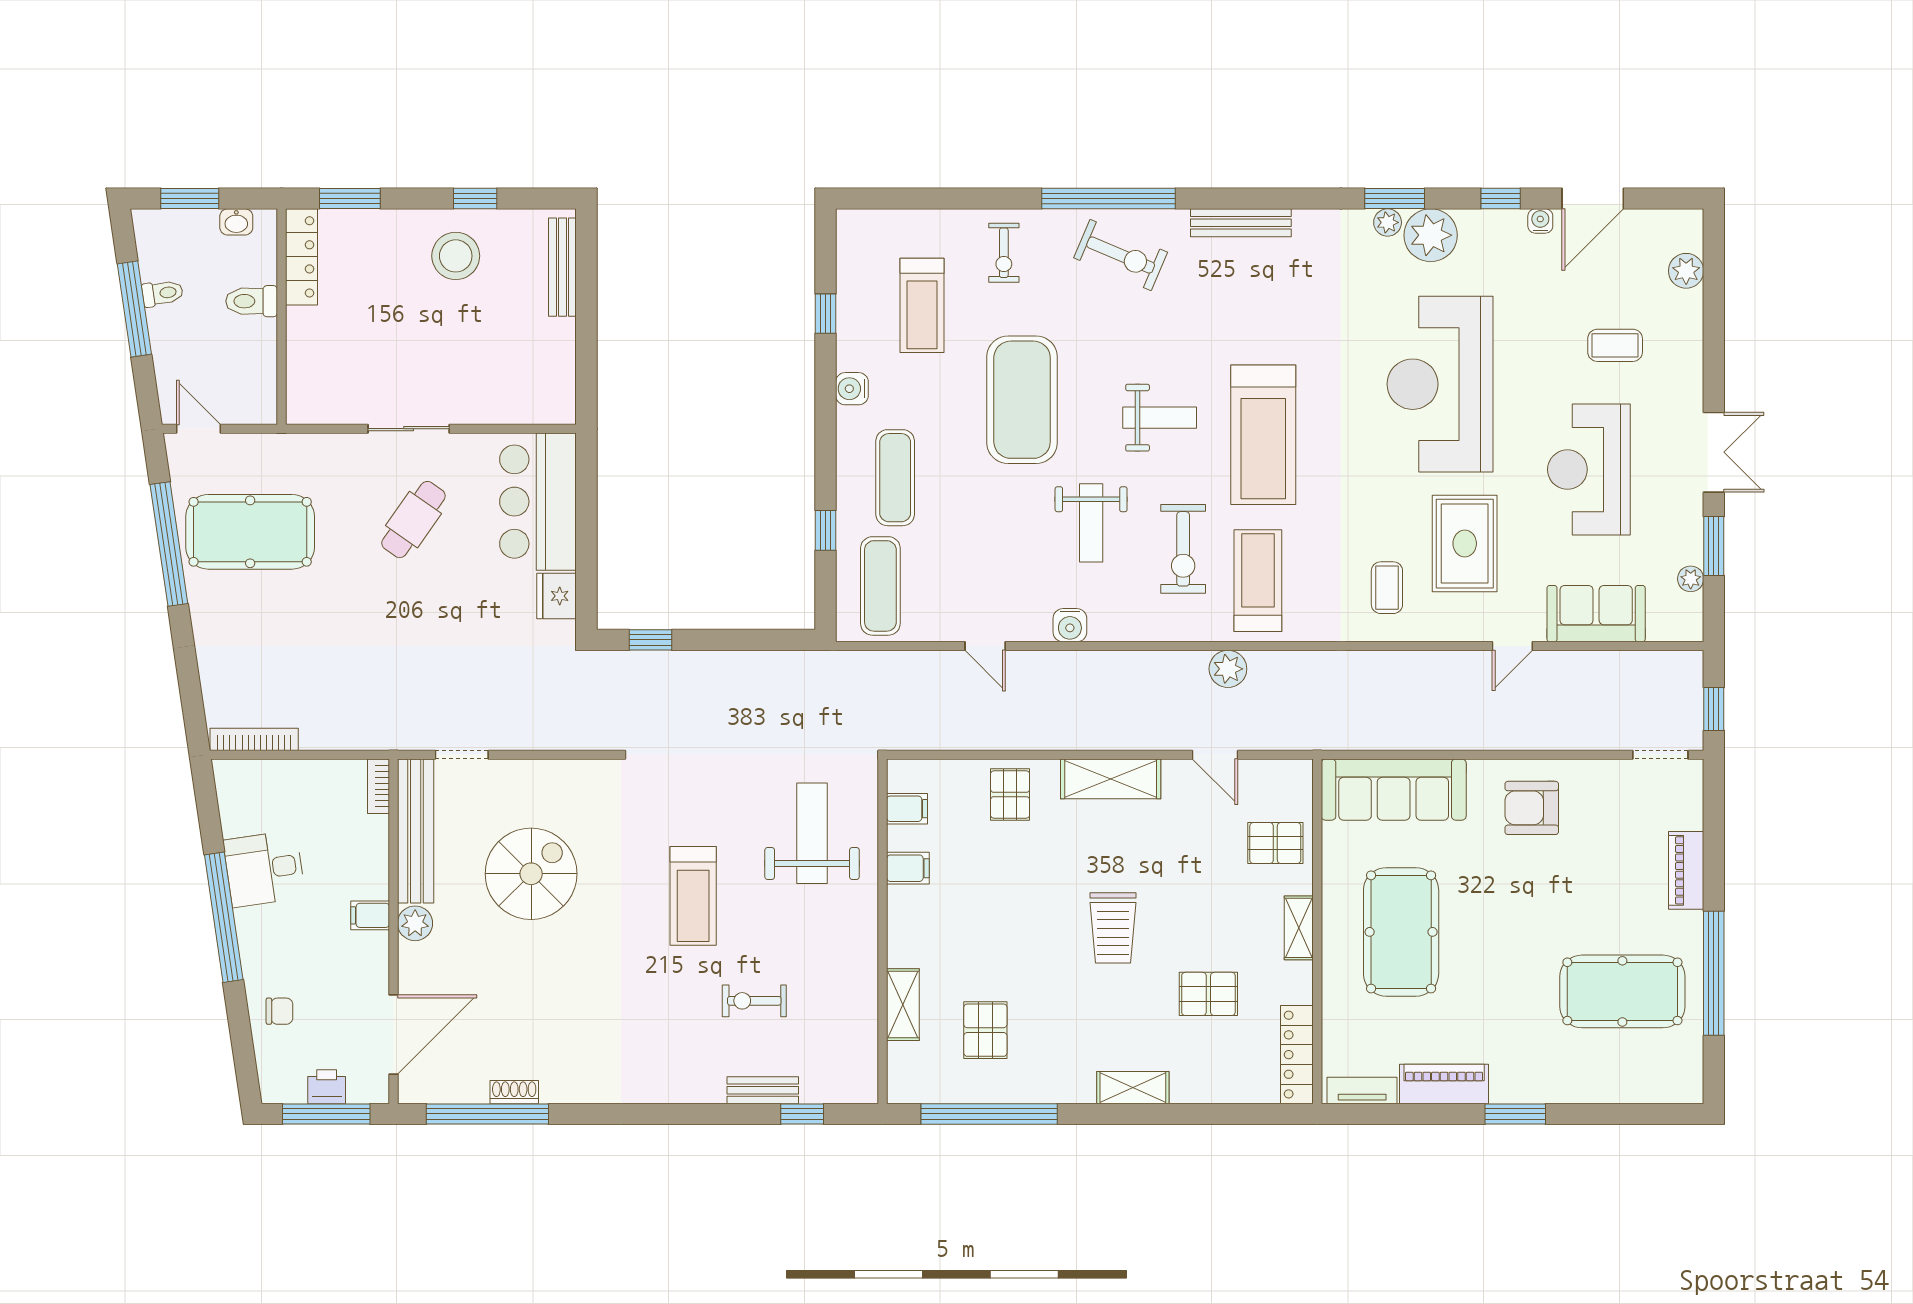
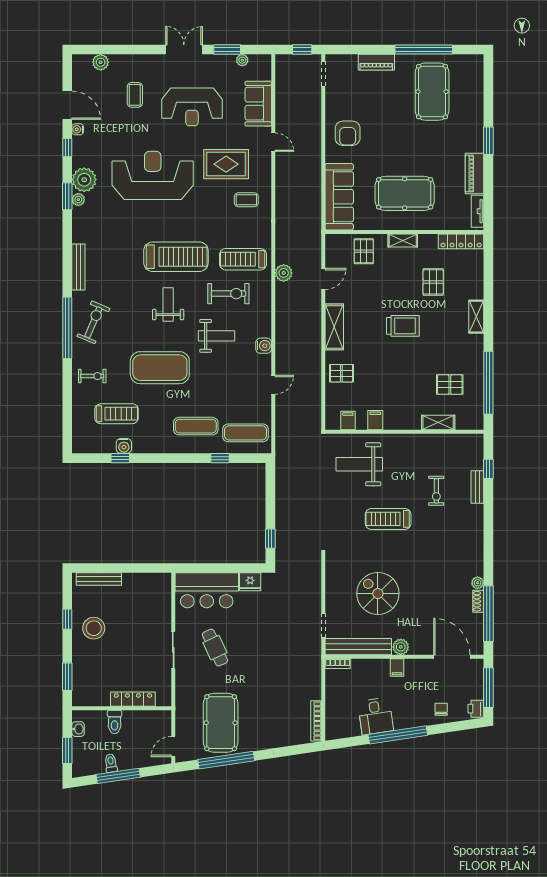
locker: (301, 257) -> (133, 699), moved
reception desk: (1440, 384) -> (153, 175), turned 180
water cooler: (852, 389) -> (124, 446), moved
cafe table: (413, 520) -> (215, 648), turned 30
treadmill: (693, 896) -> (388, 519), turned 180
printer: (327, 1087) -> (476, 709), moved
plant: (554, 1090) -> (478, 583), added

